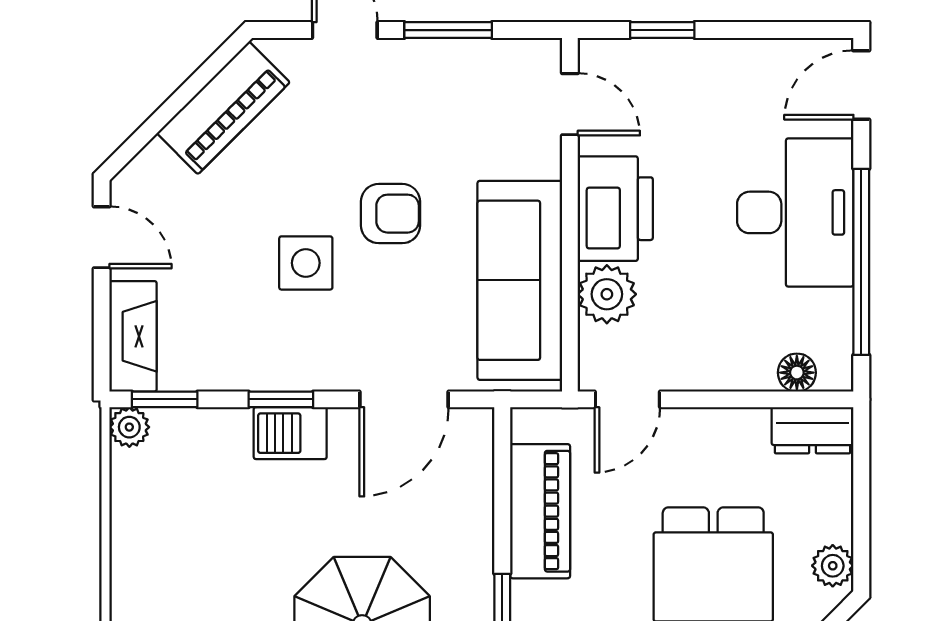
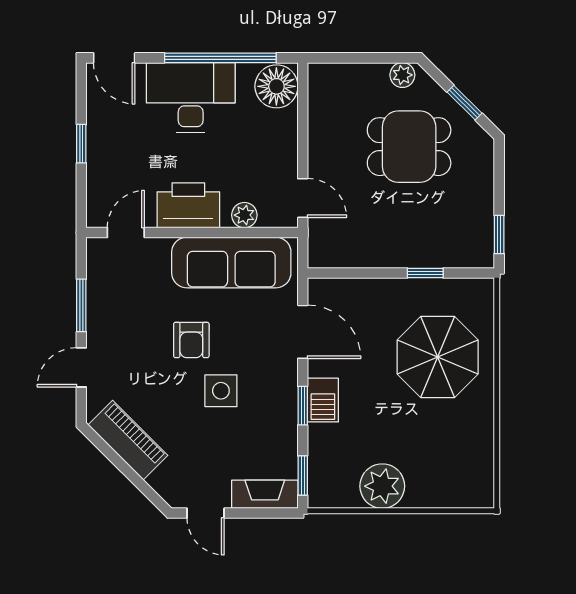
window: (662, 30) -> (81, 144), moved
armchair: (390, 214) -> (191, 340), turned 180
door: (102, 237) -> (206, 513), swing flipped
plant: (607, 294) -> (244, 215), width x0.73, depth x0.73
floor lamp: (797, 373) -> (276, 86), width x1.89, depth x1.89
plant: (129, 427) -> (382, 486), moved, width x1.87, depth x1.87
dresser: (812, 430) -> (321, 87), removed
piano: (540, 511) -> (370, 250), removed

